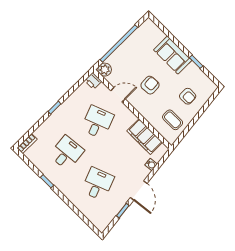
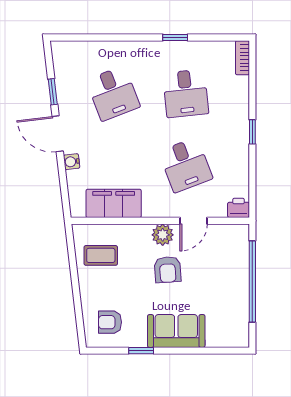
plant: (105, 70) -> (163, 235), moved
armchair: (188, 96) -> (110, 322), moved
water cooler: (151, 165) -> (72, 162), moved

